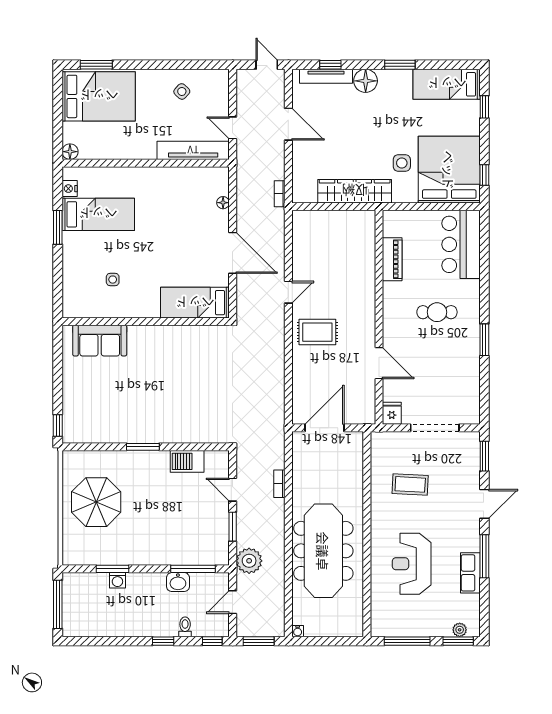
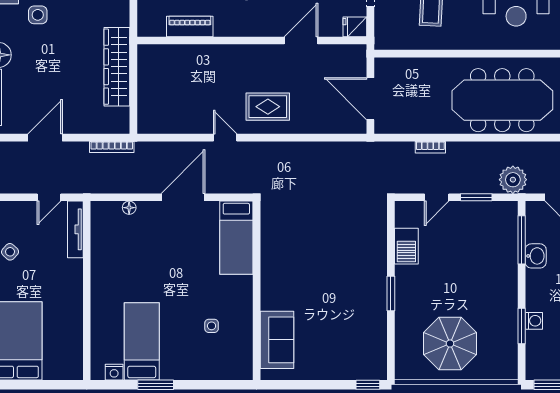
tv unit: (193, 150) -> (75, 229), width x0.73, depth x0.78
floor lamp: (70, 152) -> (75, 372), removed
side table: (402, 163) -> (38, 15), moved
bookcase: (280, 194) -> (112, 147), width x1.56
rug: (317, 332) -> (268, 107), turned 90

